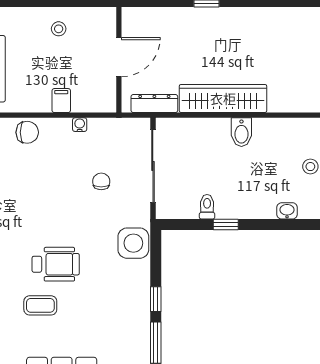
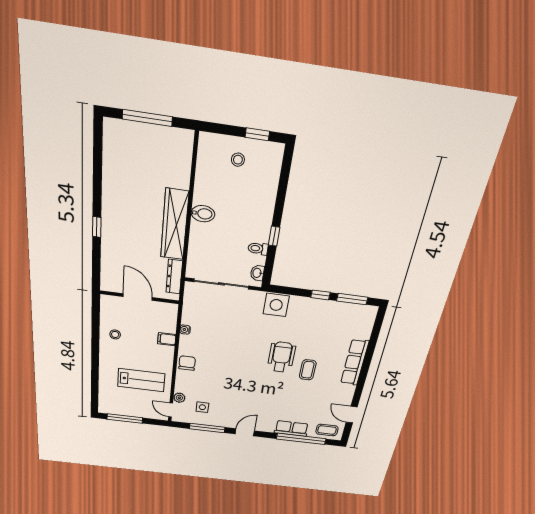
chair: (101, 181) -> (228, 321), removed
washbasin: (287, 211) -> (257, 273), moved

